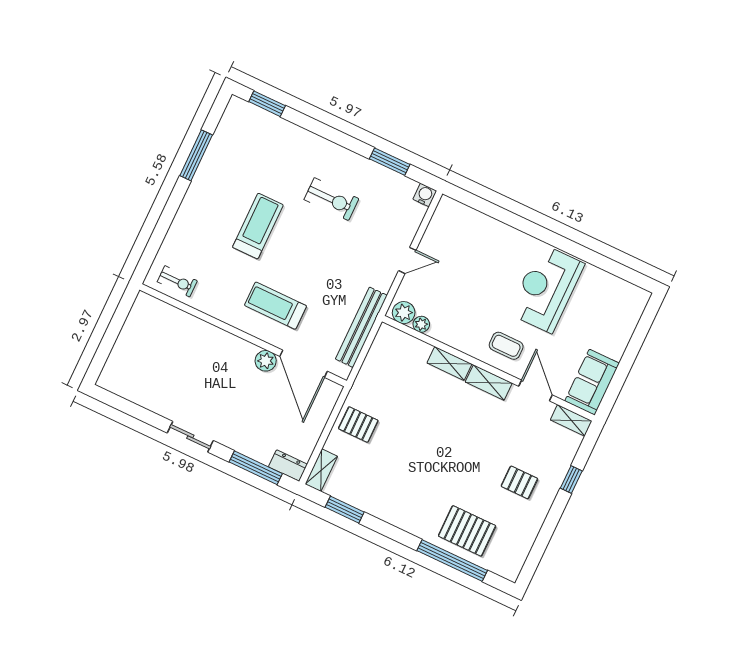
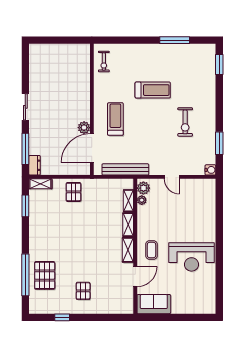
reception desk: (547, 289) -> (192, 257), turned 180
shelving: (571, 420) -> (128, 201), moved
window: (571, 479) -> (62, 317), moved

